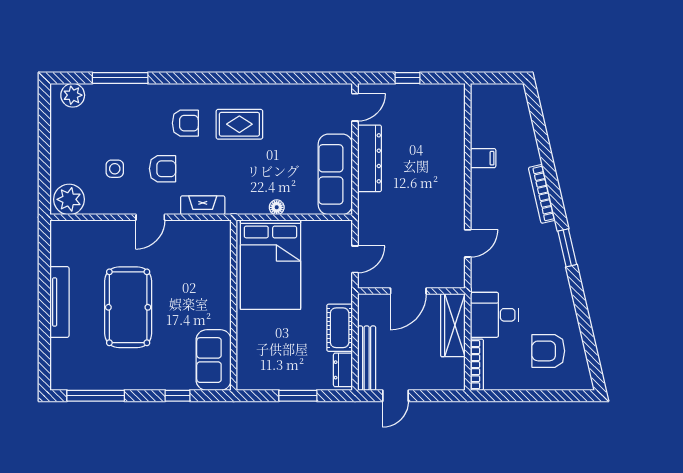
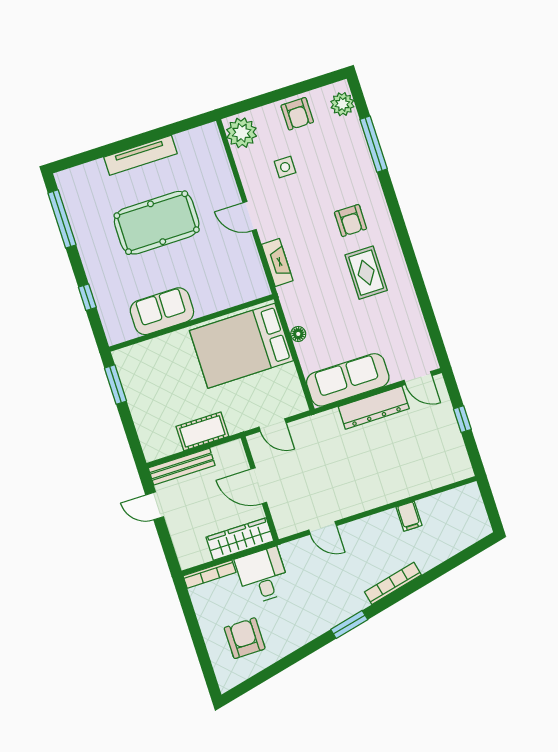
armchair: (163, 169) -> (297, 114), moved
sofa: (214, 360) -> (162, 311), moved
dresser: (343, 370) -> (163, 448), removed
window: (298, 396) -> (115, 385), moved

